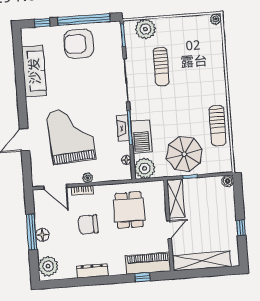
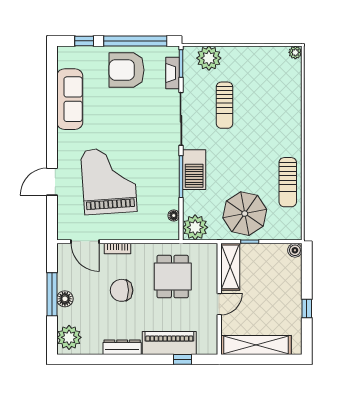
fireplace: (123, 128) -> (173, 73), moved
barbecue: (141, 137) -> (194, 170), moved
plant: (88, 178) -> (125, 234), removed
piano: (148, 263) -> (169, 343), moved

